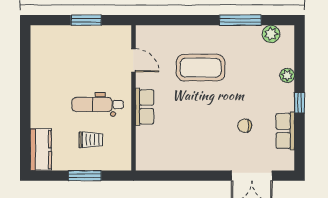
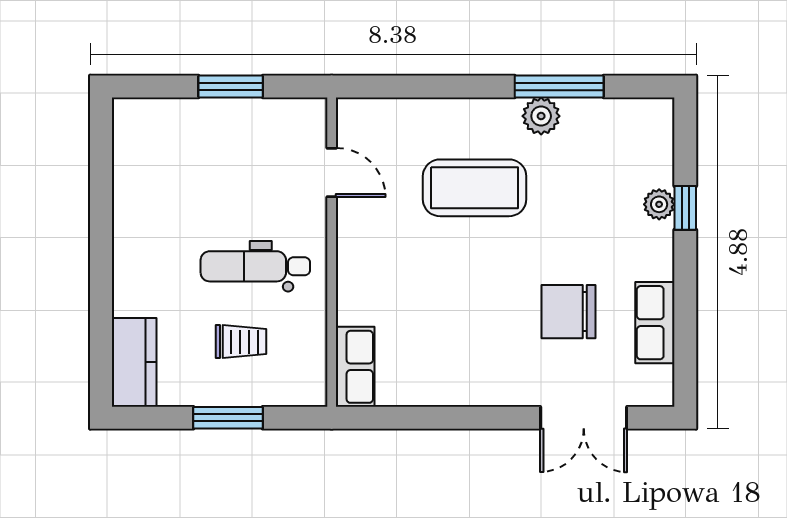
plant: (271, 34) -> (541, 116), moved
window: (299, 103) -> (685, 208), moved
row of seats: (145, 107) -> (355, 367), moved
chair: (245, 126) -> (569, 312), width x1.87, depth x1.87

